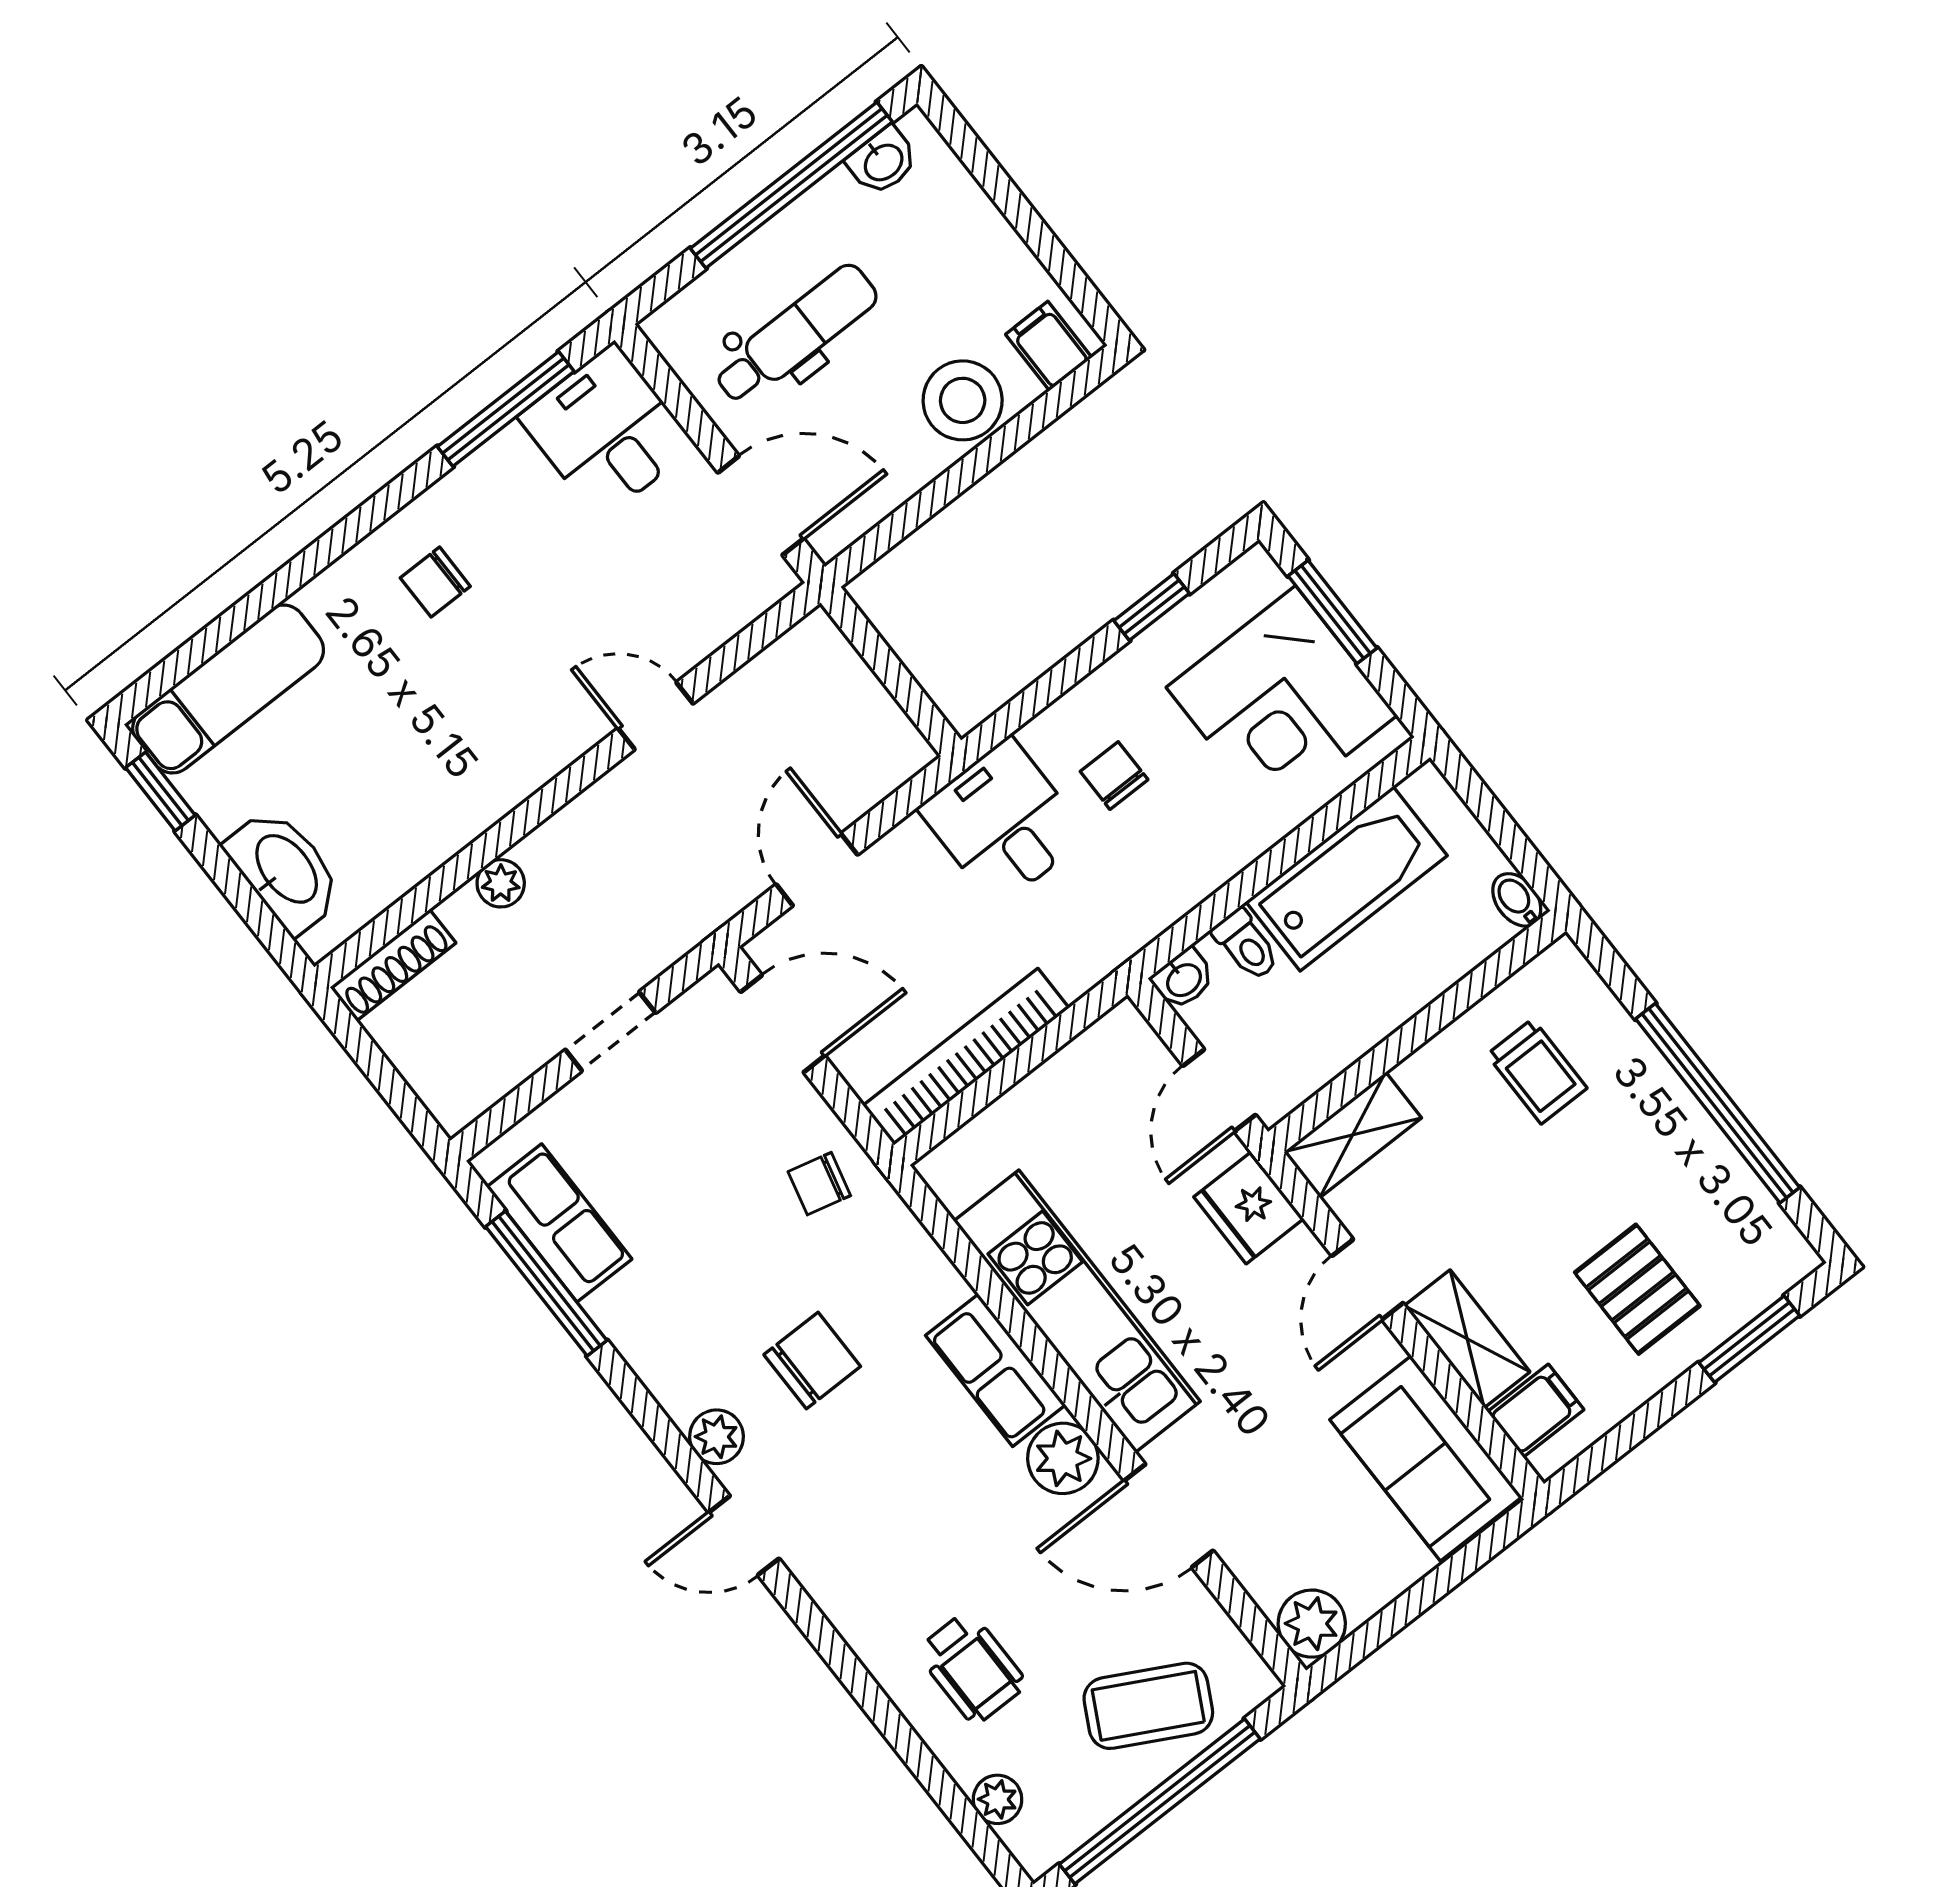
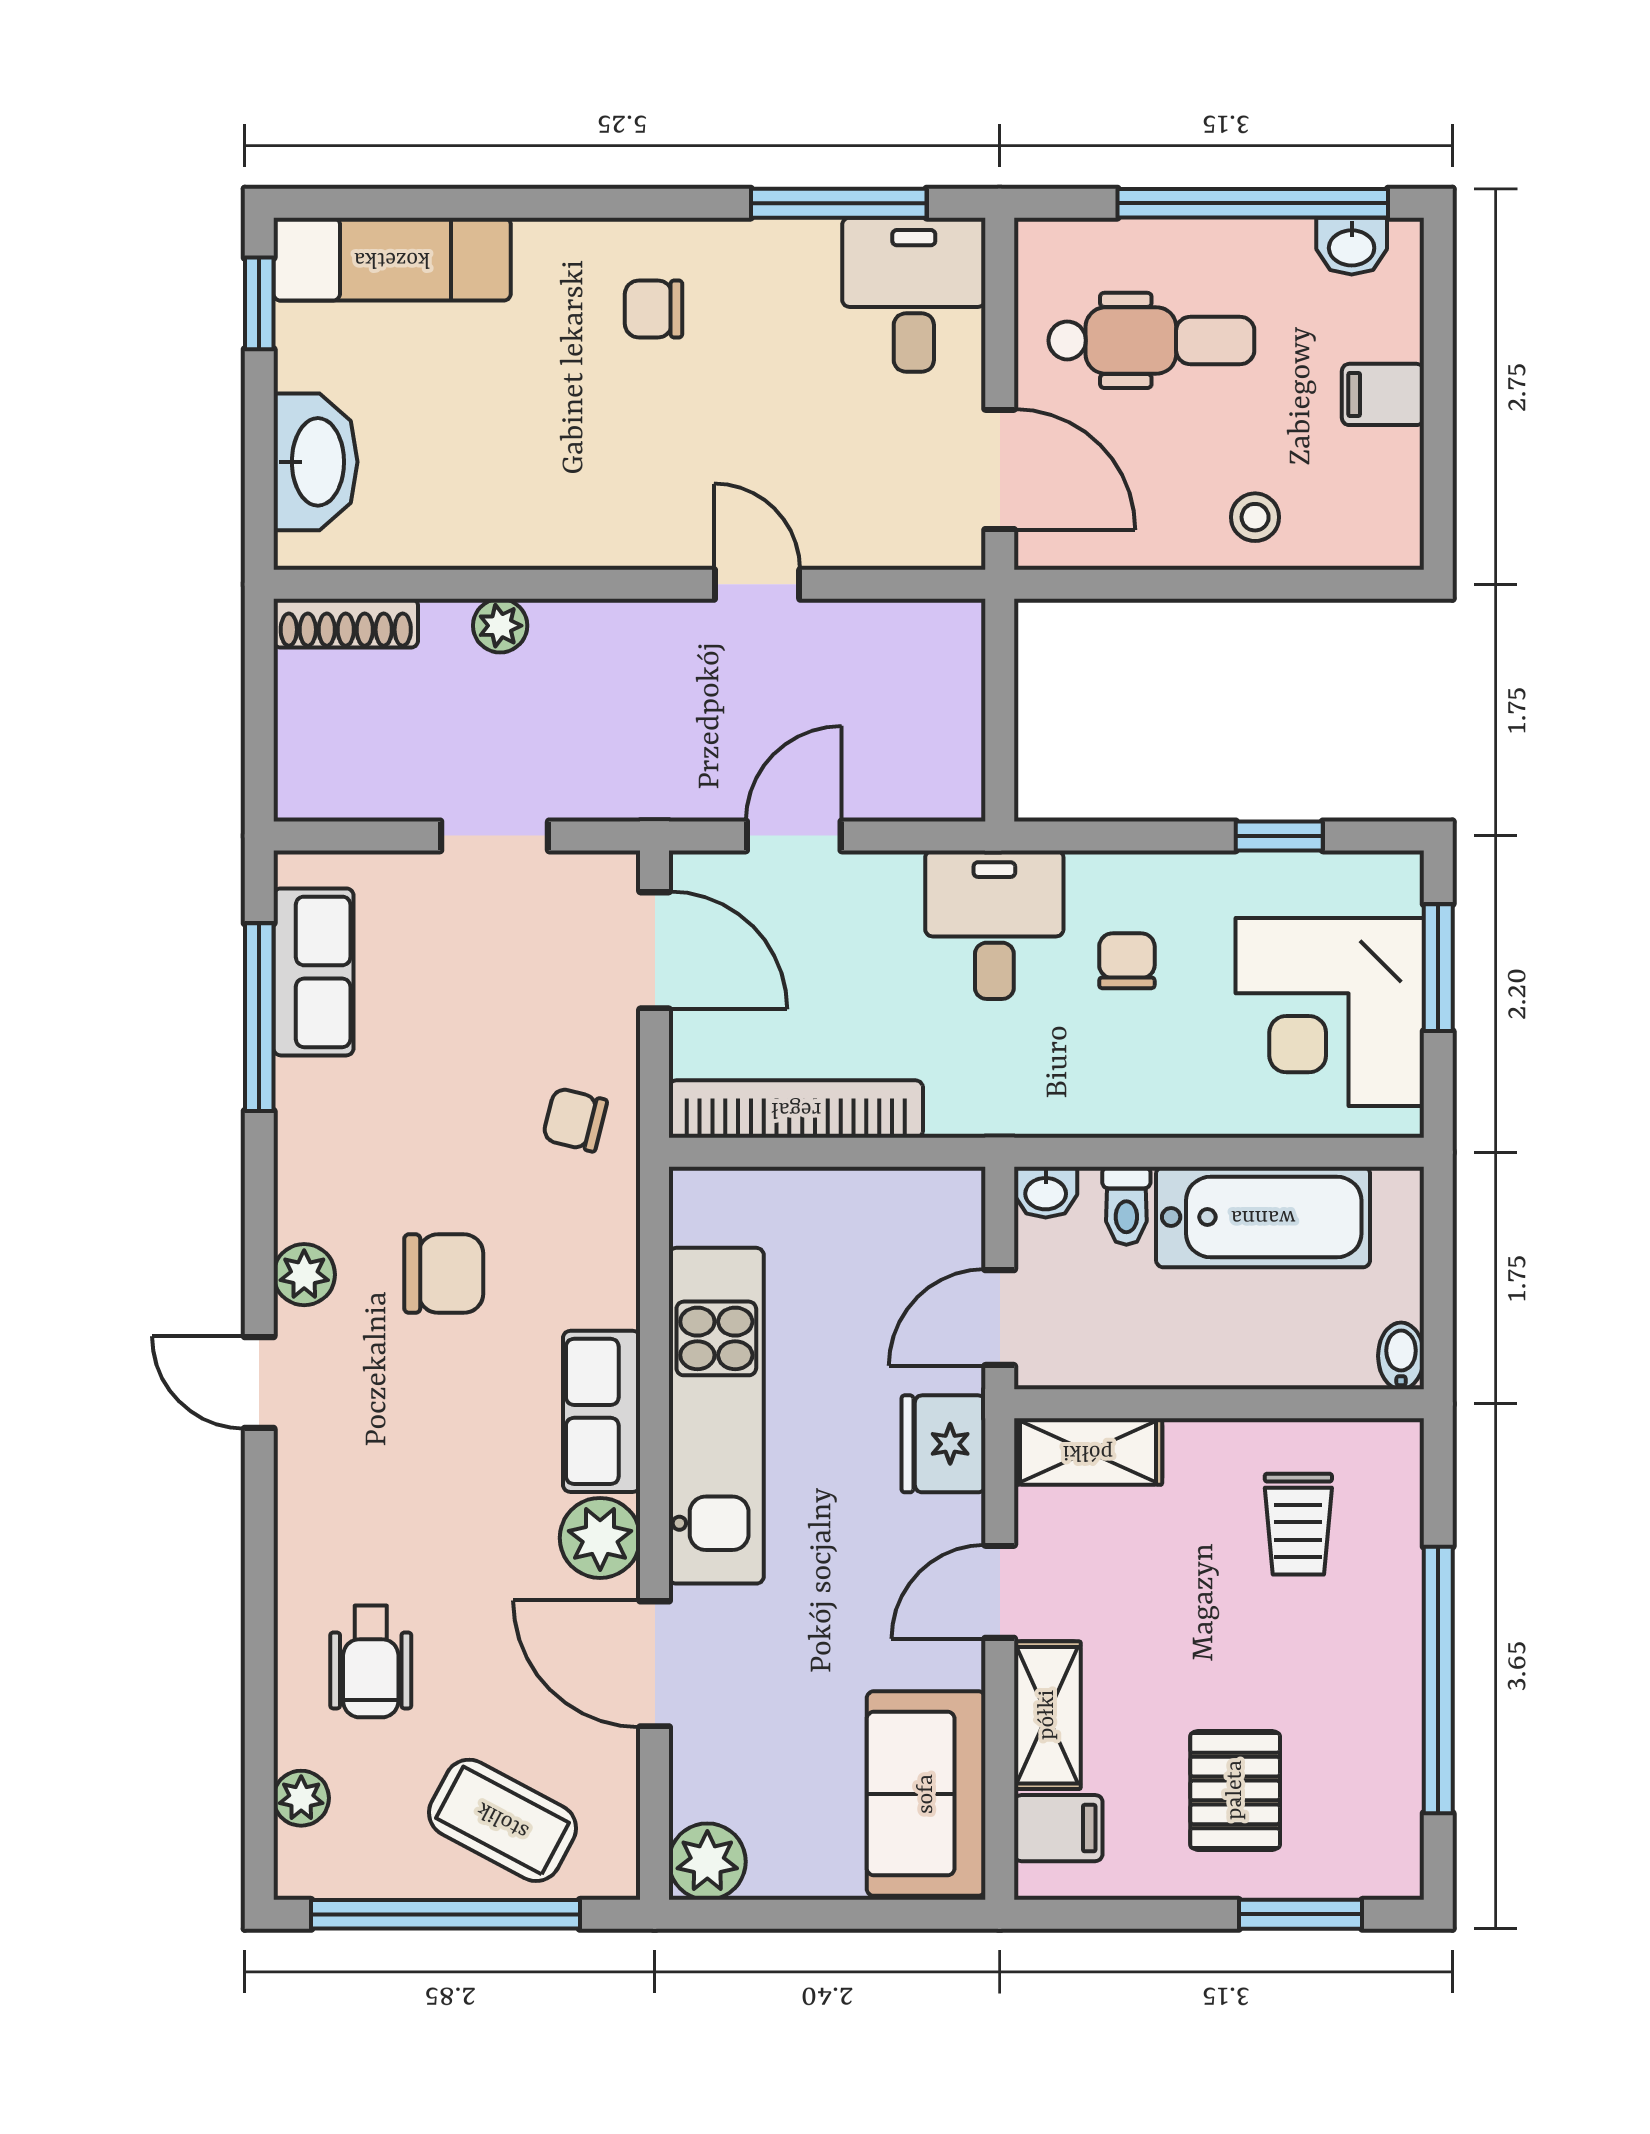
filing cabinet: (1049, 346) -> (1383, 394), moved, turned -90
stool: (963, 400) -> (1255, 517), width x0.53, depth x0.53

